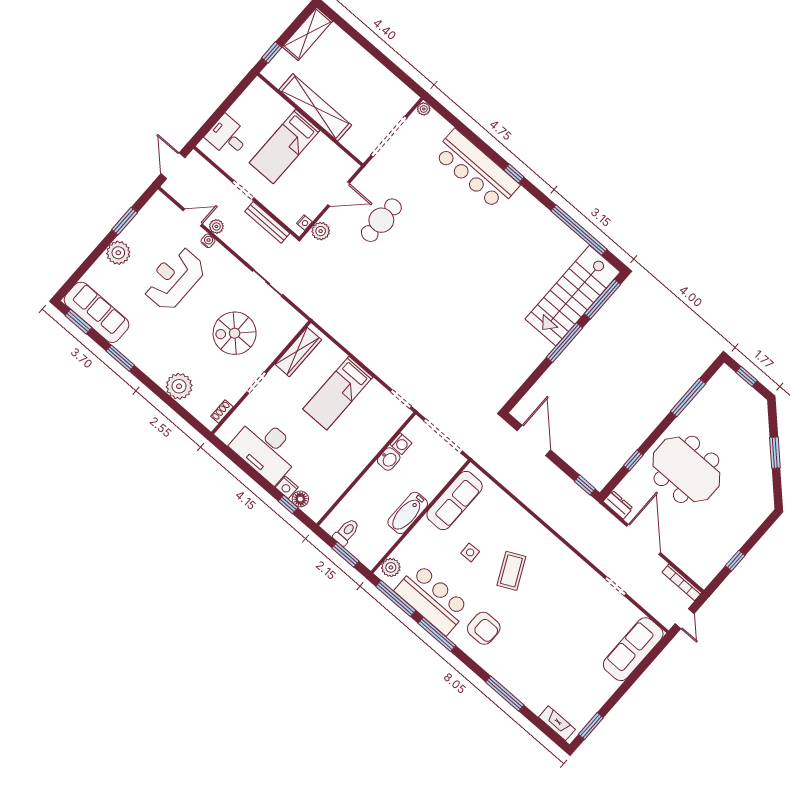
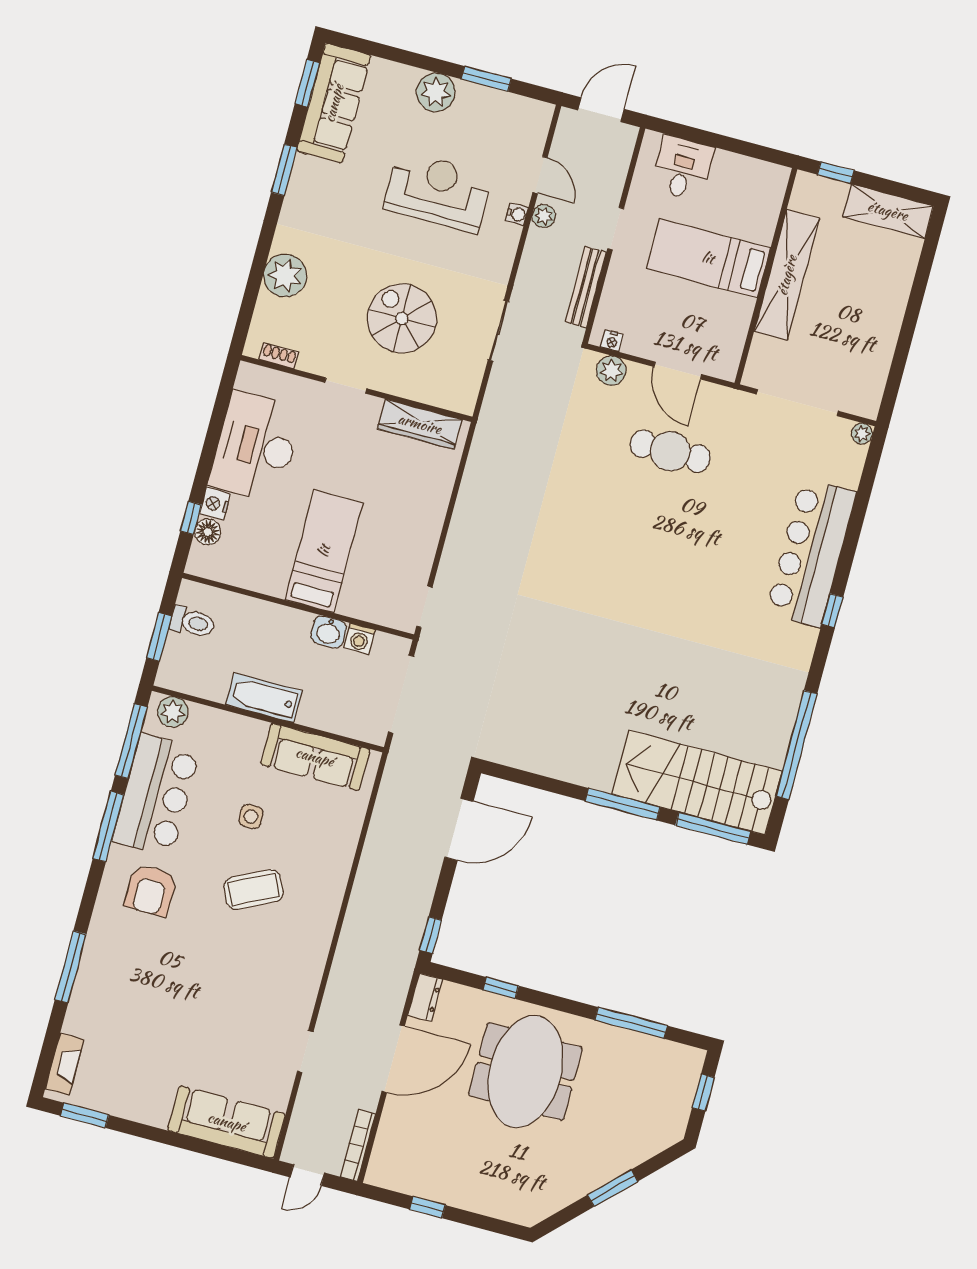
bed: (338, 393) -> (324, 551), moved, turned 90

